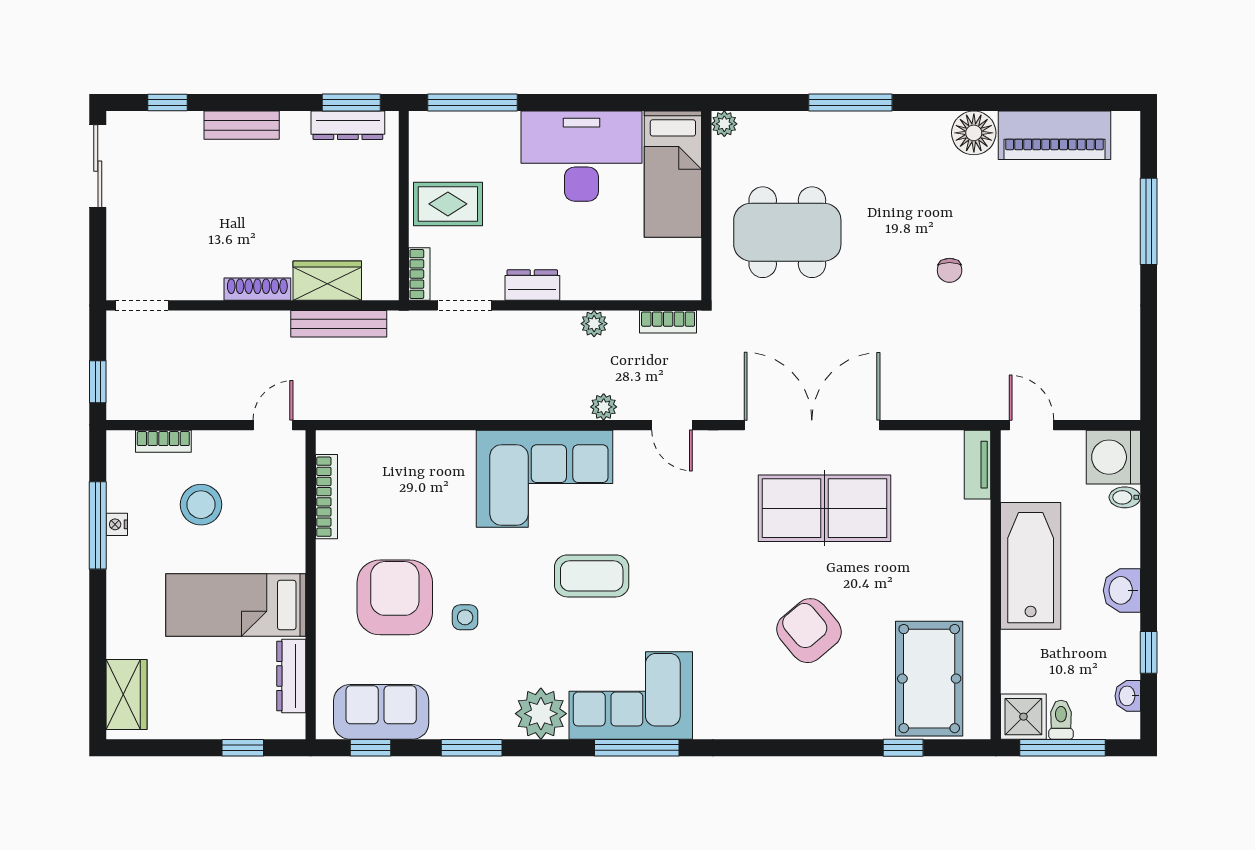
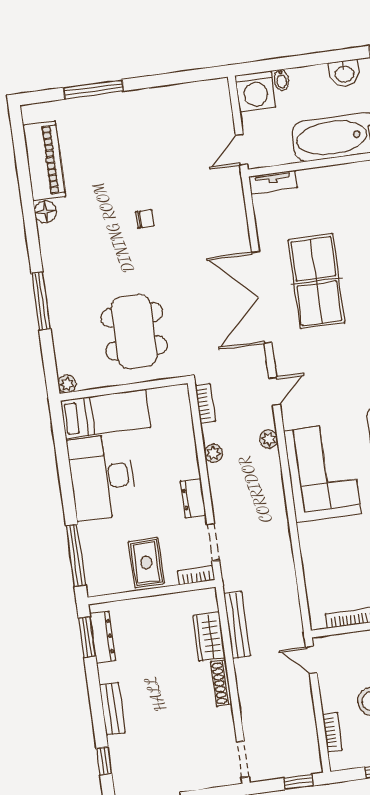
floor lamp: (974, 133) -> (45, 212), width x0.73, depth x0.73

